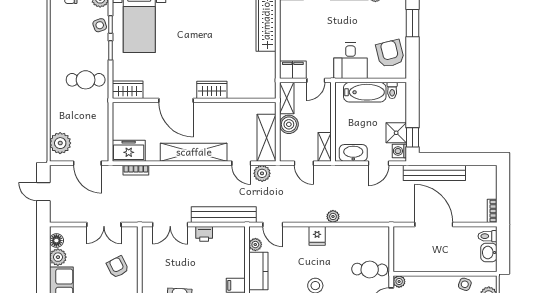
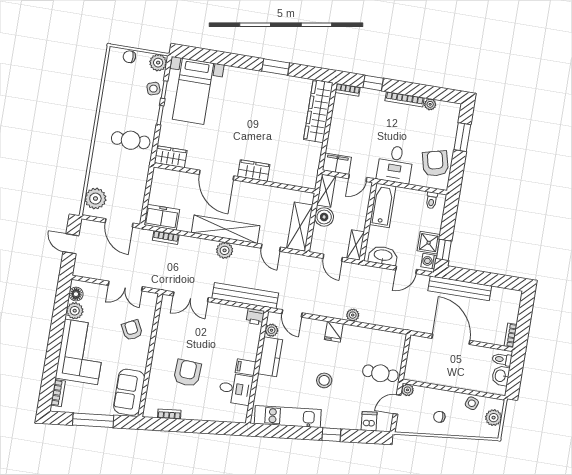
bathtub: (365, 92) -> (383, 205), moved, turned -90
plant: (262, 173) -> (225, 250), moved
printer: (204, 234) -> (255, 317), moved

